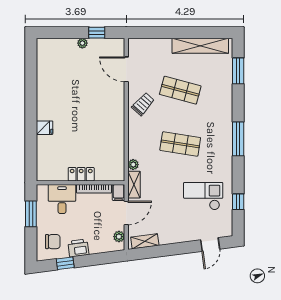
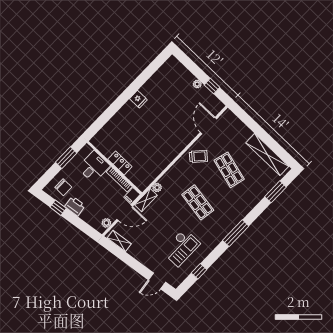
fridge: (45, 128) -> (138, 99), moved
checkout: (203, 196) -> (181, 248), turned 90

